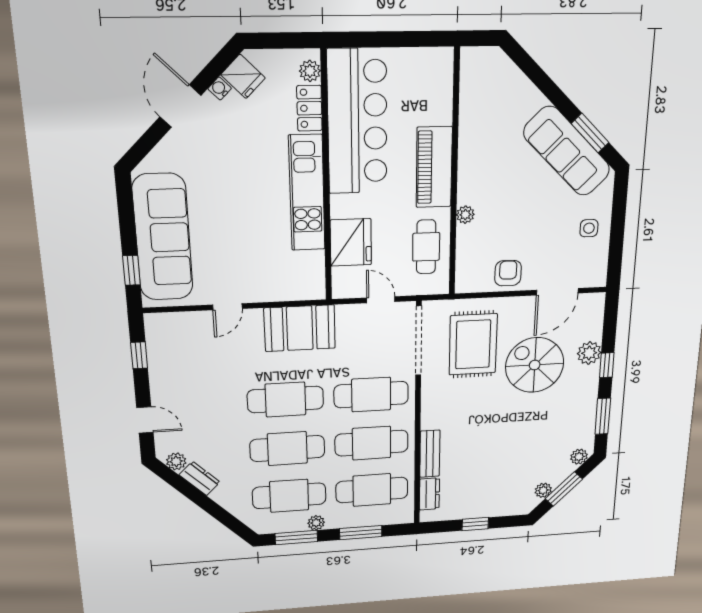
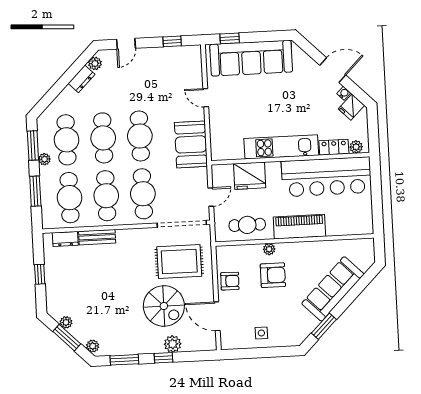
sofa: (567, 151) -> (333, 289), moved
armchair: (505, 210) -> (273, 275), added
spiral stairs: (535, 365) -> (164, 306), turned 90

